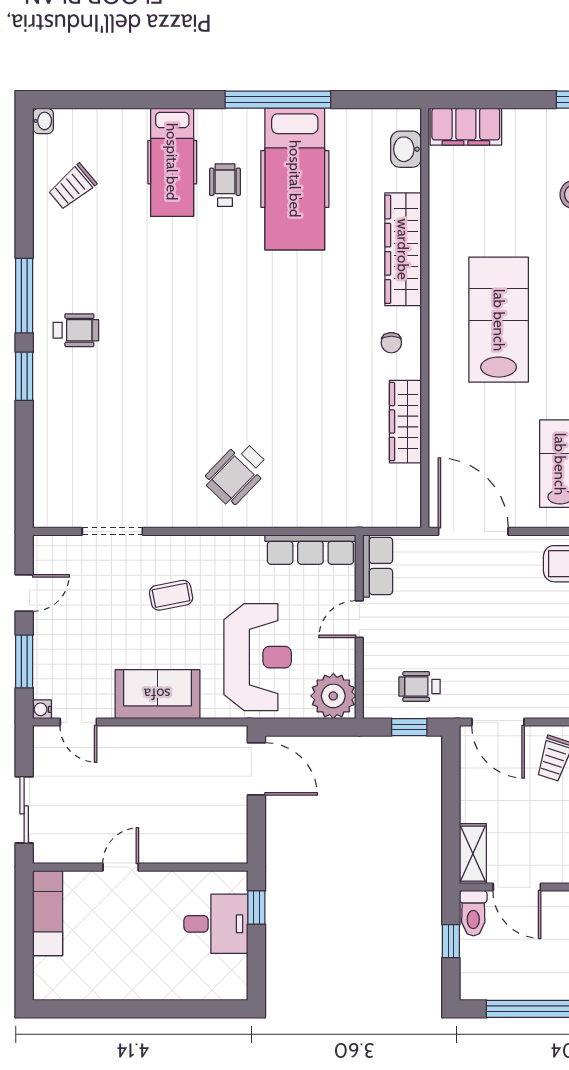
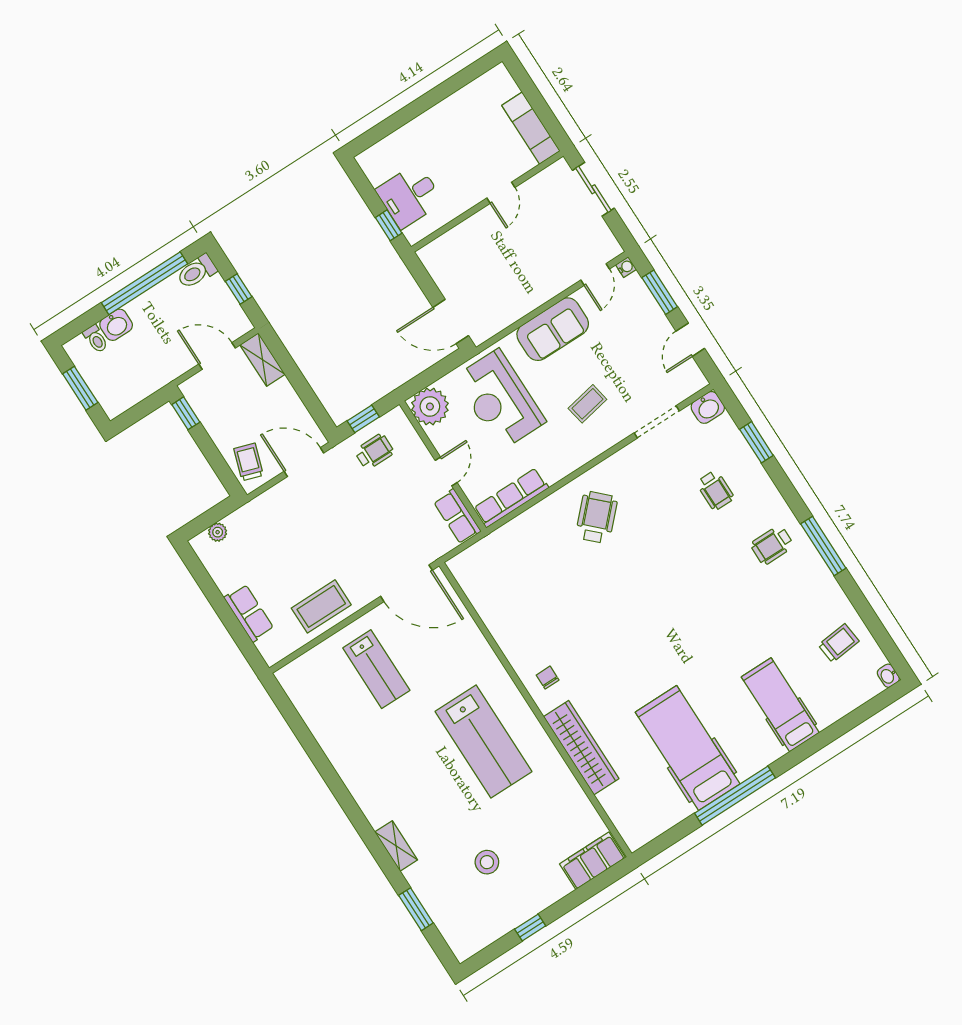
washbasin: (406, 149) -> (708, 407), moved, turned 90
wheelchair: (225, 185) -> (715, 490), moved
trolley: (72, 187) -> (839, 643), turned 34
window: (24, 376) -> (756, 442), moved
wardrobe: (405, 422) -> (503, 629), removed
door: (78, 722) -> (595, 274), swing flipped
toilet: (473, 913) -> (197, 272), moved, turned -90

